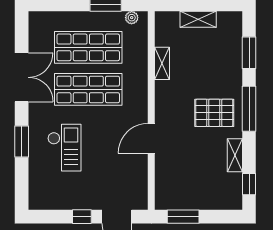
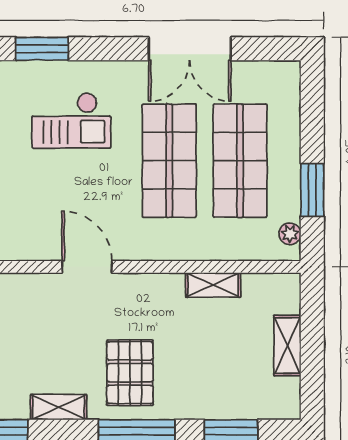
window: (22, 141) -> (42, 49), moved

